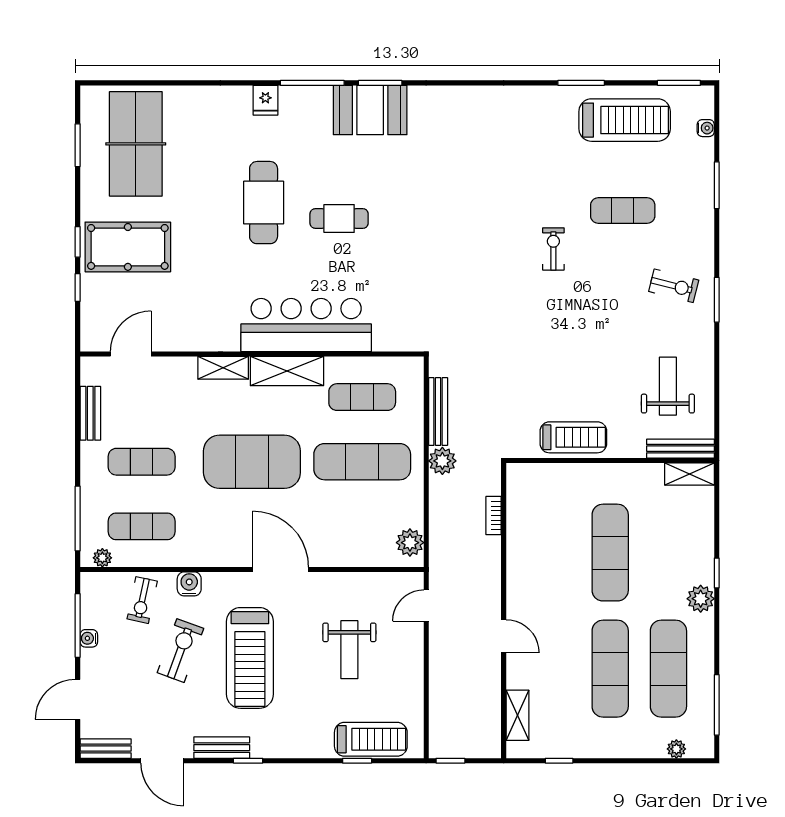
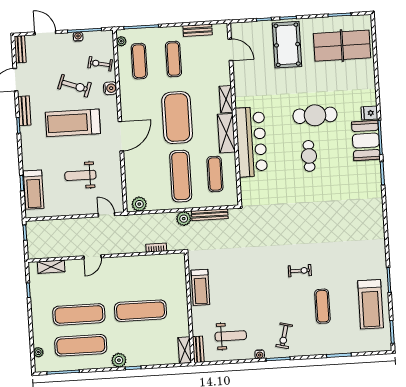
booth: (370, 110) -> (366, 141), moved
water cooler: (706, 128) -> (260, 354), moved
bench: (680, 449) -> (198, 349), width x0.73

